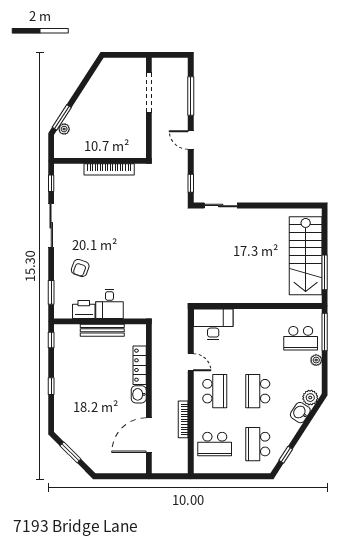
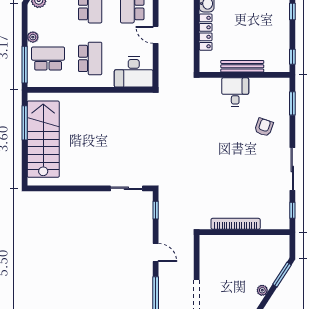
plant: (64, 129) -> (262, 290), moved
printer: (84, 309) -> (260, 87), removed
school desk: (258, 338) -> (90, 58), added

